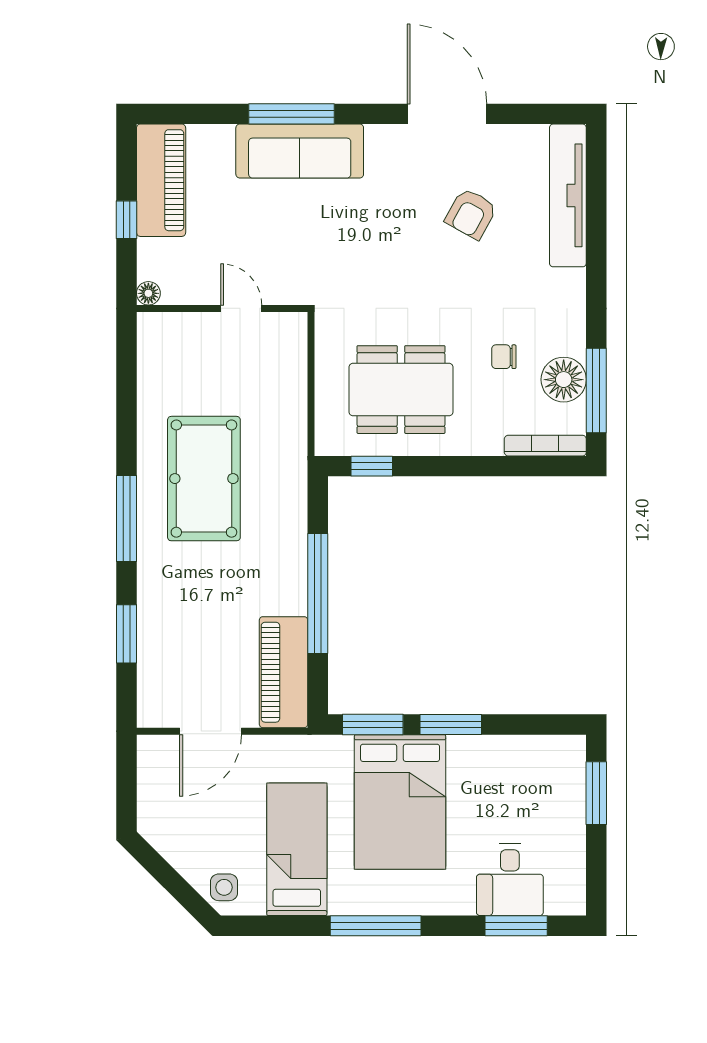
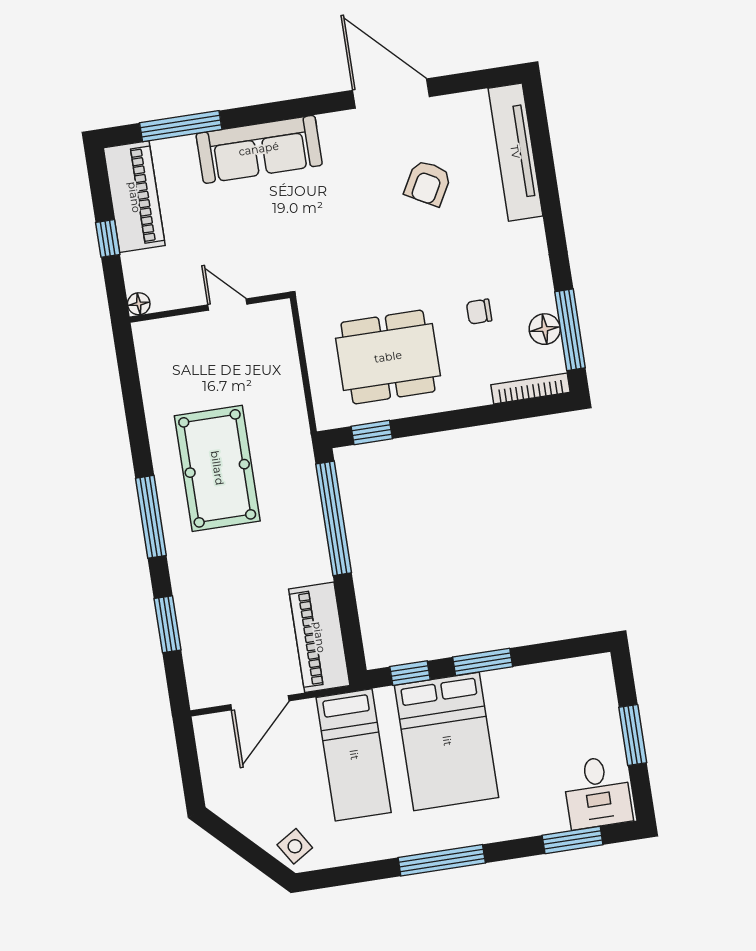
window: (291, 114) -> (181, 126), moved
floor lamp: (564, 380) -> (545, 329), width x0.73, depth x0.73
window: (318, 593) -> (334, 518), moved
window: (373, 724) -> (410, 673), width x0.67
window: (596, 793) -> (633, 735), moved
bed: (297, 849) -> (354, 755), moved, turned 180
desk: (510, 880) -> (597, 792), moved
side table: (224, 887) -> (295, 846), turned -32

